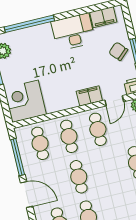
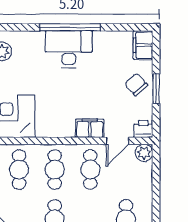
filing cabinet: (103, 17) -> (143, 45), moved, turned 90
window: (29, 24) -> (70, 27), moved
desk: (73, 32) -> (69, 49), moved

